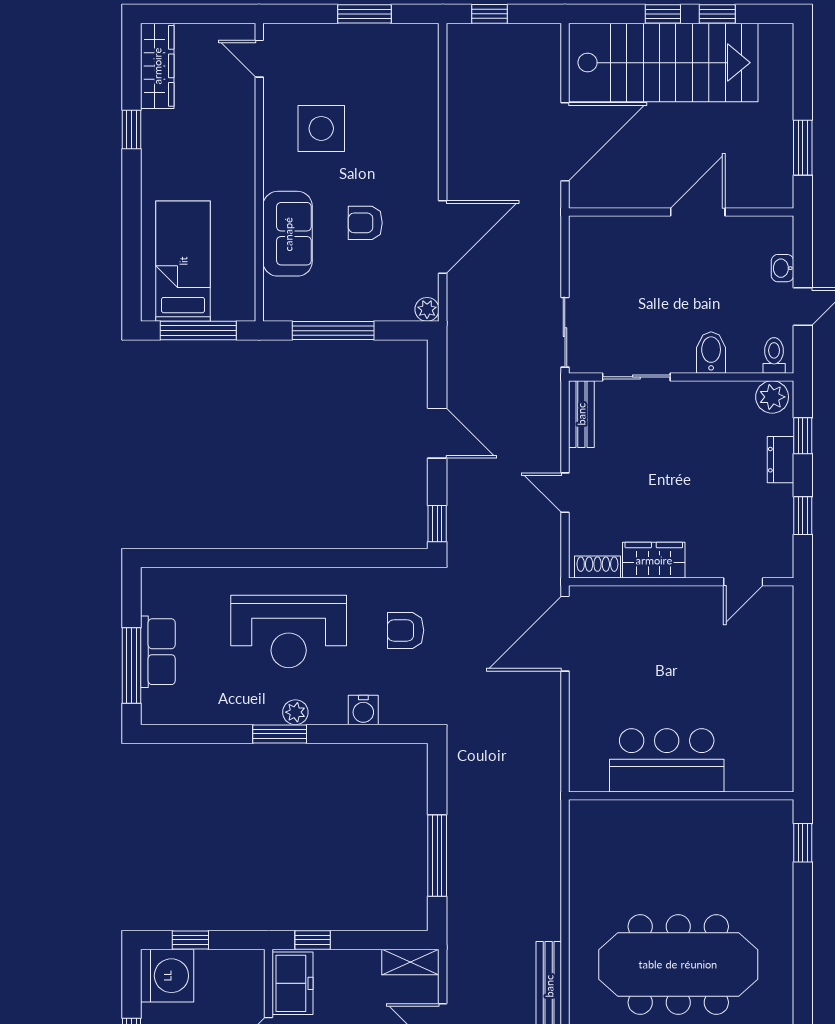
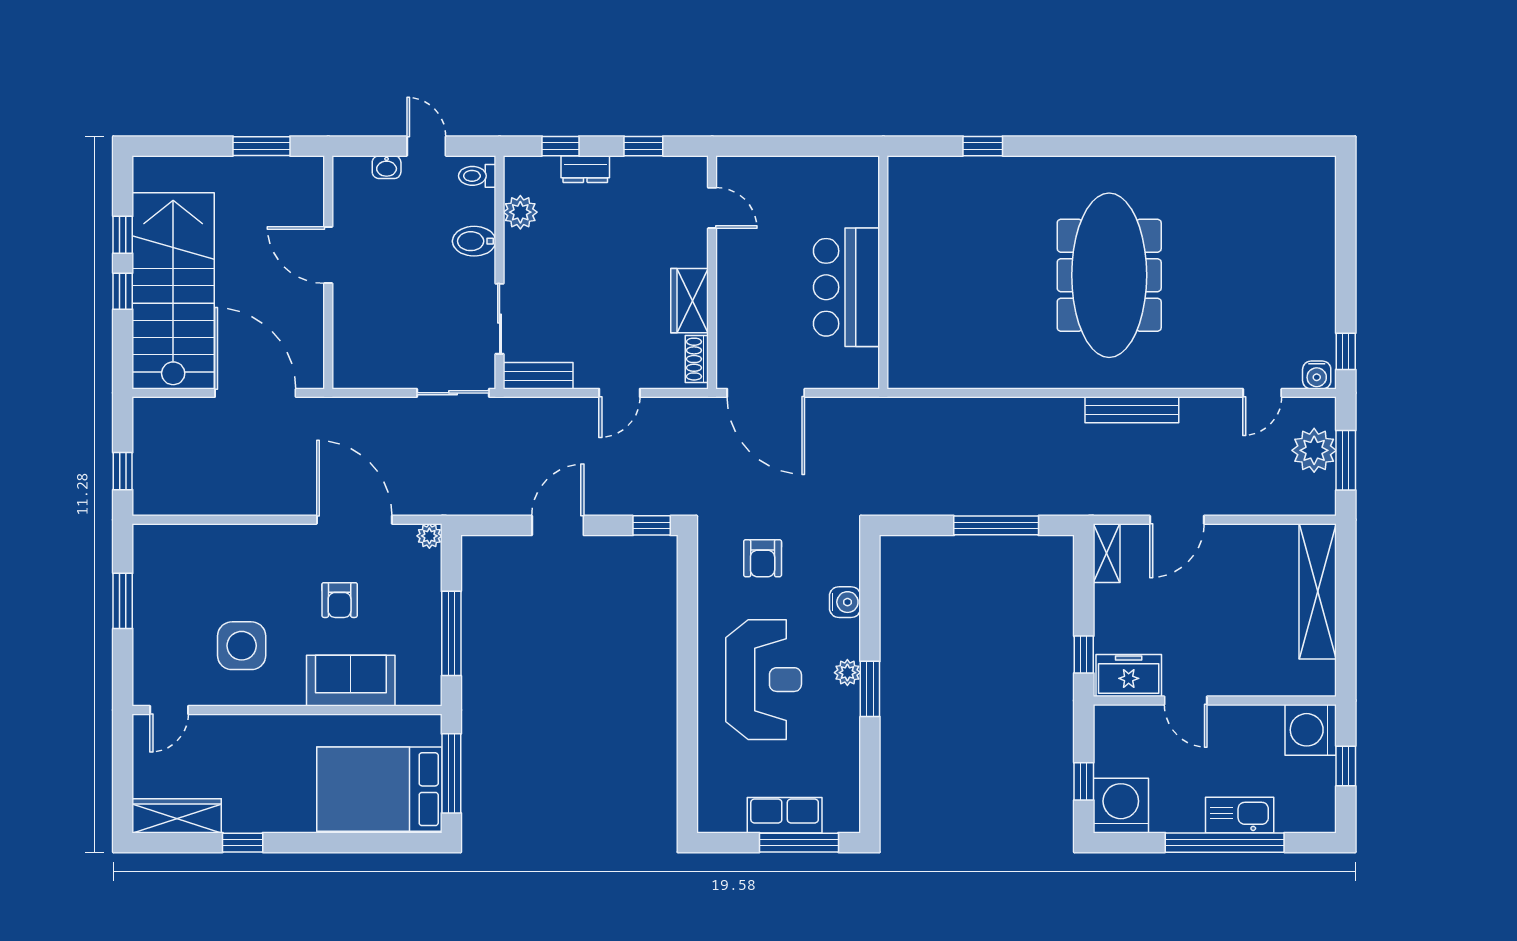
bed: (183, 261) -> (379, 789), width x1.50
plant: (772, 397) -> (520, 212), moved
bar counter: (667, 760) -> (847, 287), moved
wall: (681, 796) -> (883, 272), moved

